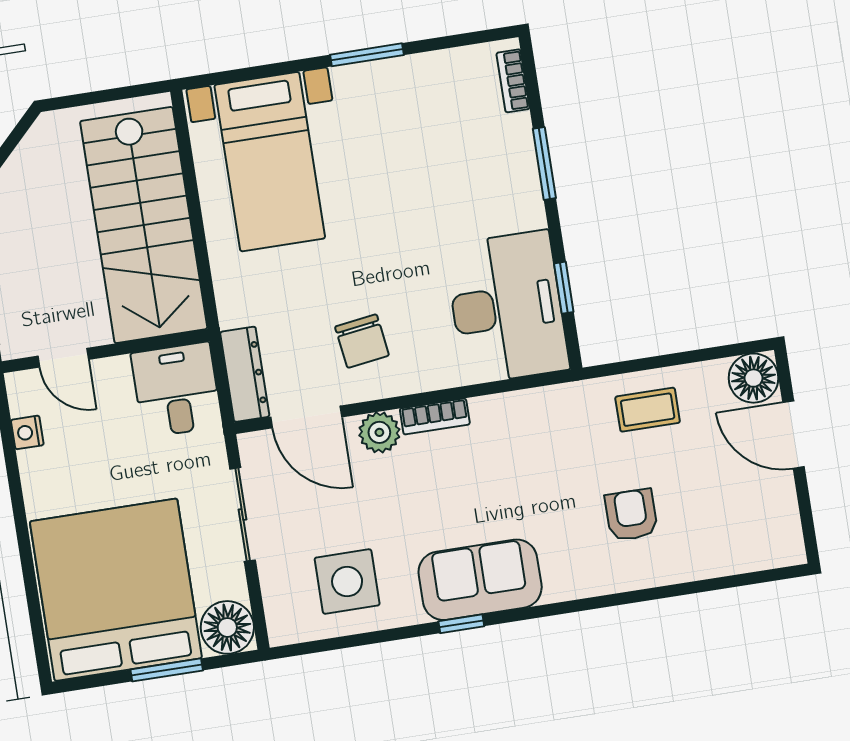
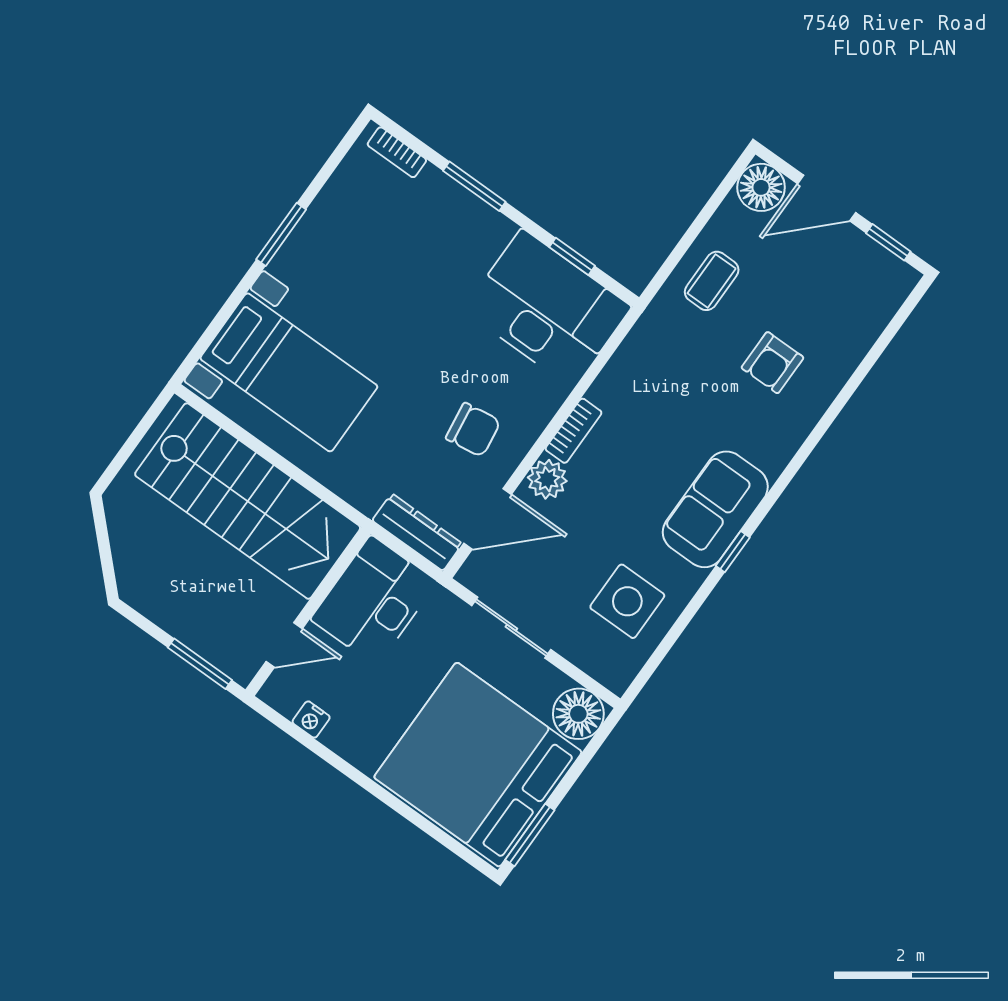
desk: (176, 390) -> (374, 601), width x1.37
window: (806, 513) -> (888, 242), added
armchair: (631, 515) -> (772, 363), turned -90
window: (167, 670) -> (530, 835), moved

